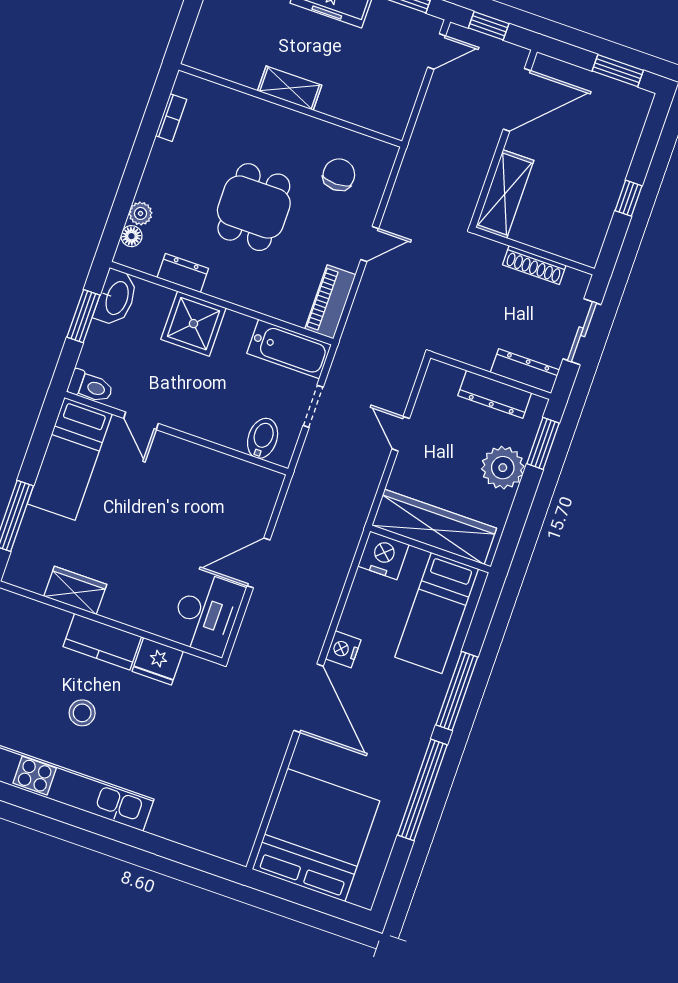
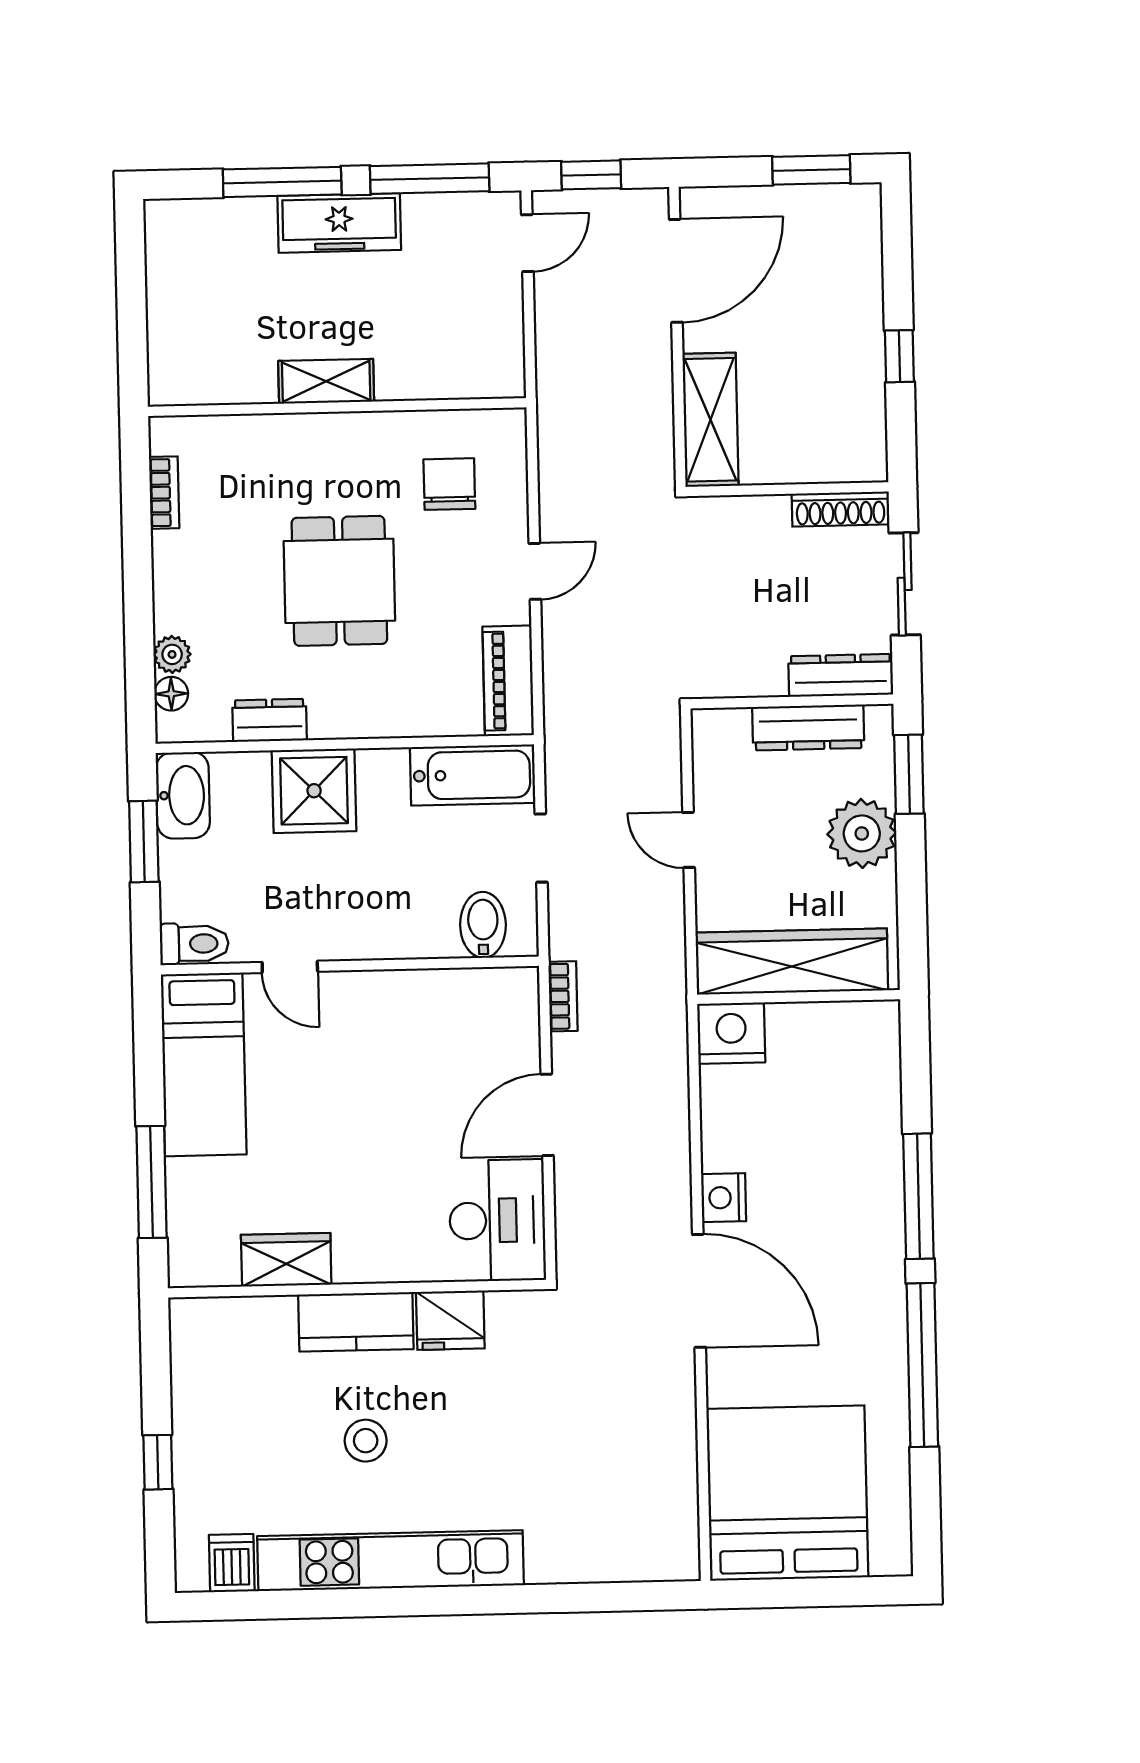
shoe rack: (534, 265) -> (840, 509), moved
bookcase: (294, 497) -> (563, 996), added
bed: (437, 613) -> (844, 1090), removed

